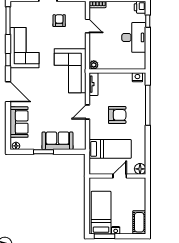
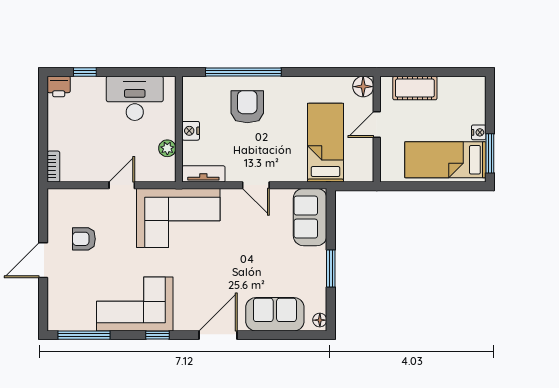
door: (88, 26) -> (122, 185), moved
desk: (134, 37) -> (135, 98), moved
plant: (94, 65) -> (167, 148), moved
nightstand: (137, 77) -> (191, 131), moved
armchair: (117, 115) -> (247, 107), moved
sofa: (57, 141) -> (310, 217), moved
door: (120, 176) -> (377, 125), hinge flipped
cot: (139, 222) -> (415, 88), moved

